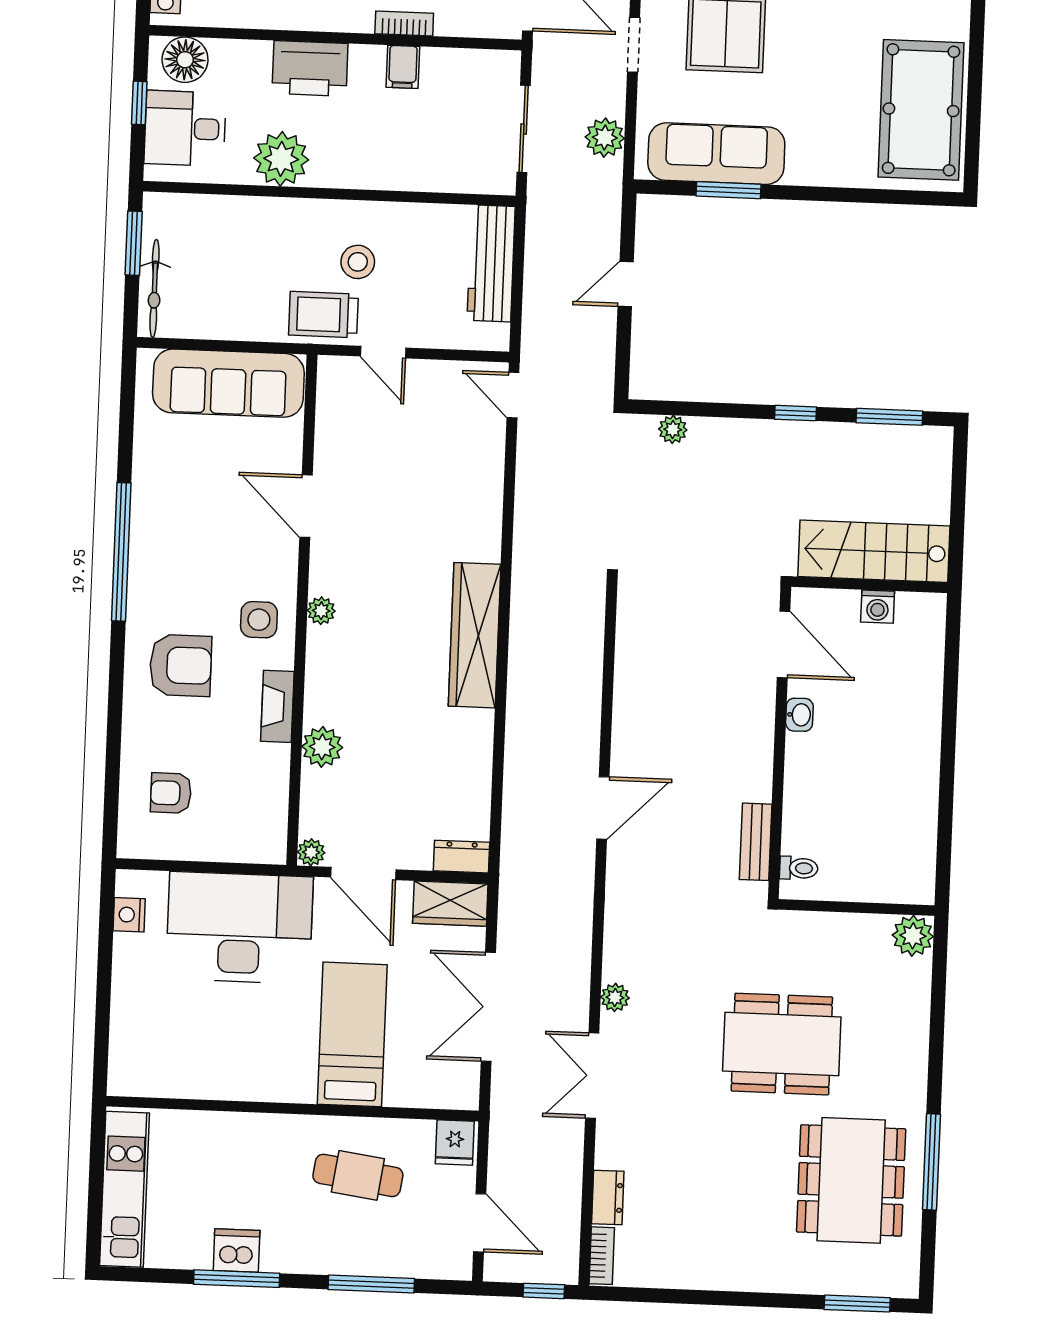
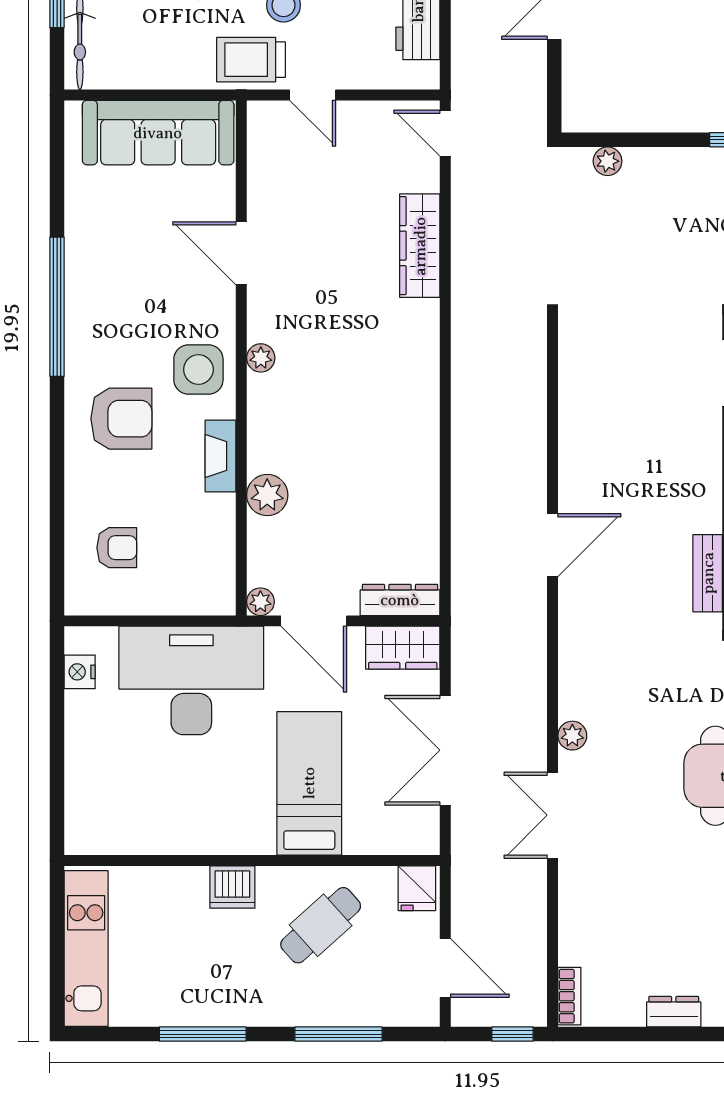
side table: (259, 620) -> (198, 370), width x1.37, depth x1.37
wardrobe: (475, 635) -> (420, 246), moved, width x0.71, depth x0.85
armchair: (171, 793) -> (117, 548), turned 180
dresser: (462, 857) -> (400, 600), width x1.44
cafe table: (358, 1175) -> (321, 925), turned -50
dresser: (608, 1198) -> (674, 1012), moved, turned -90
dishwasher: (237, 1251) -> (232, 887), moved, turned 180

